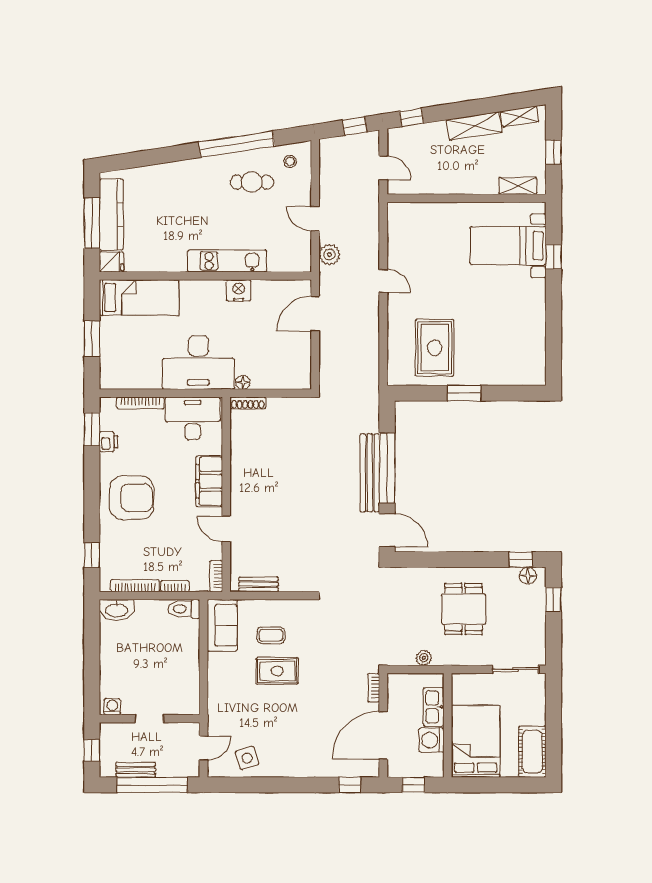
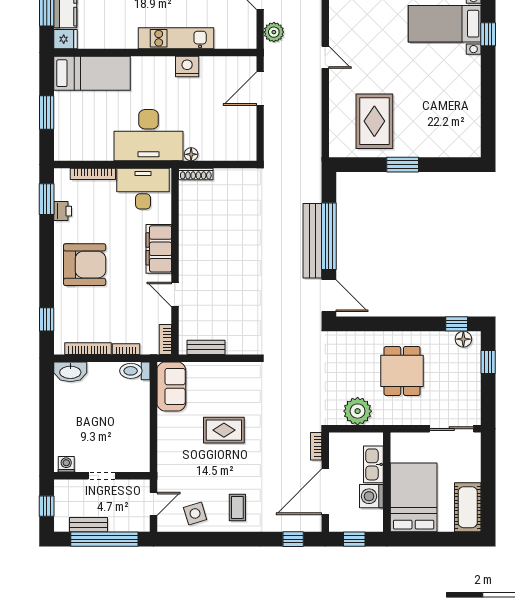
coffee table: (271, 635) -> (237, 507), moved, turned 90
plant: (424, 658) -> (358, 411), width x1.87, depth x1.87

